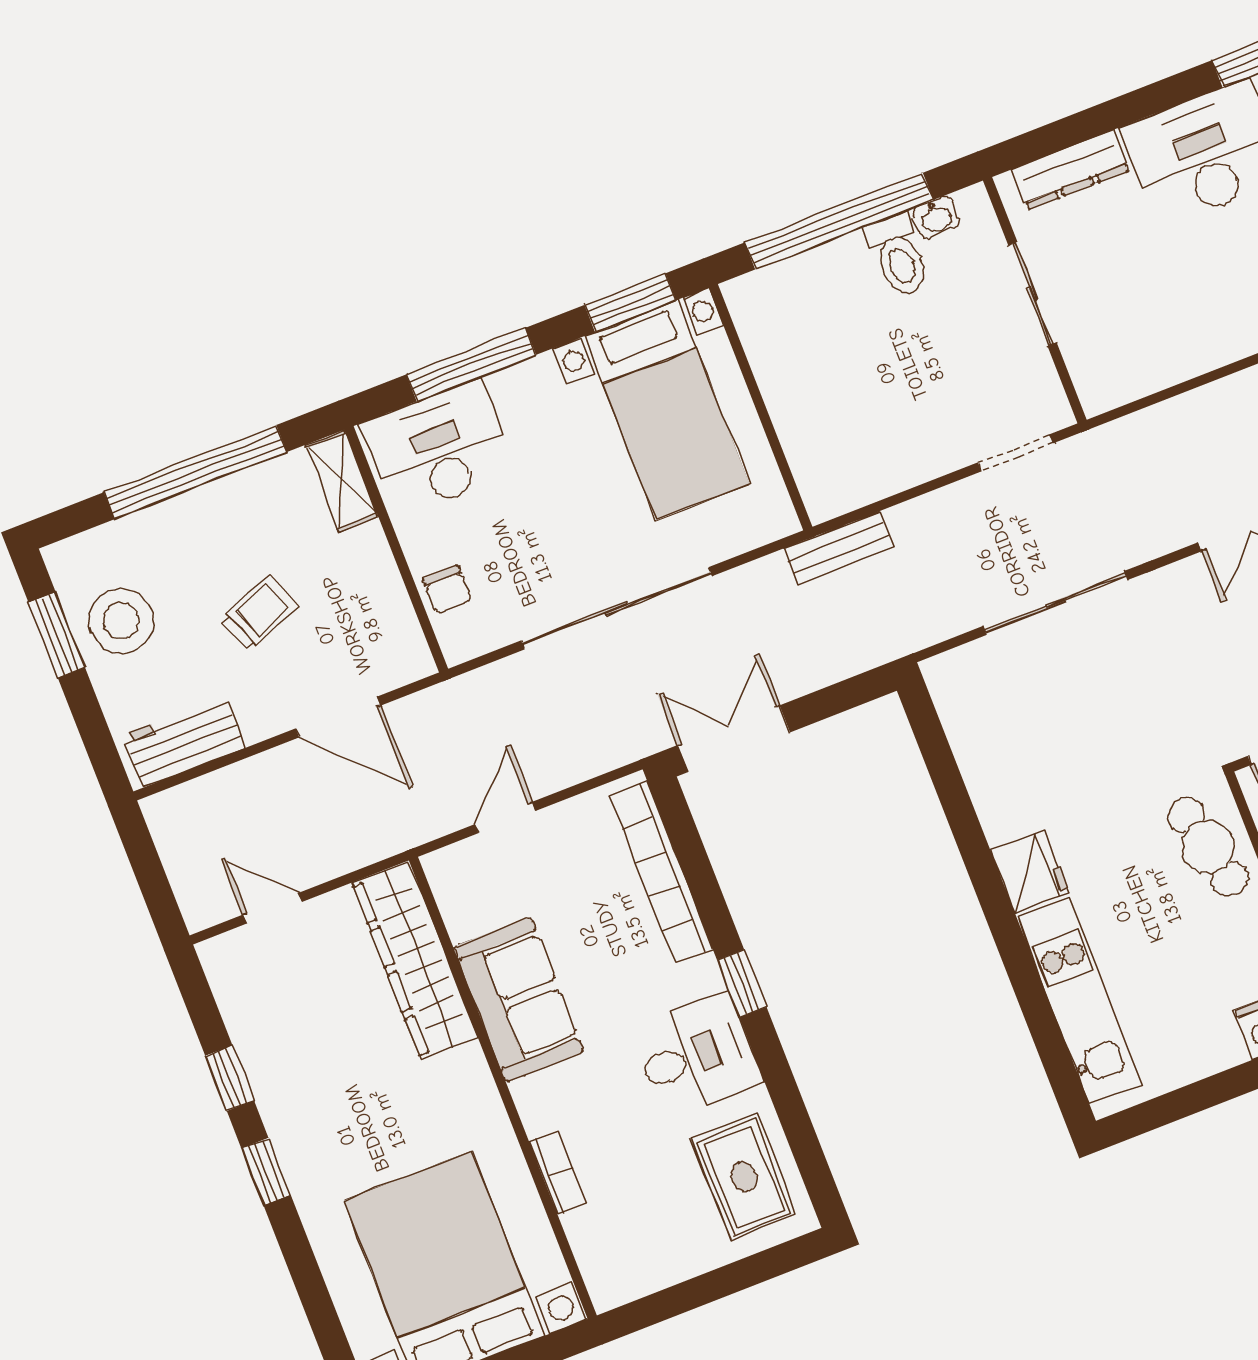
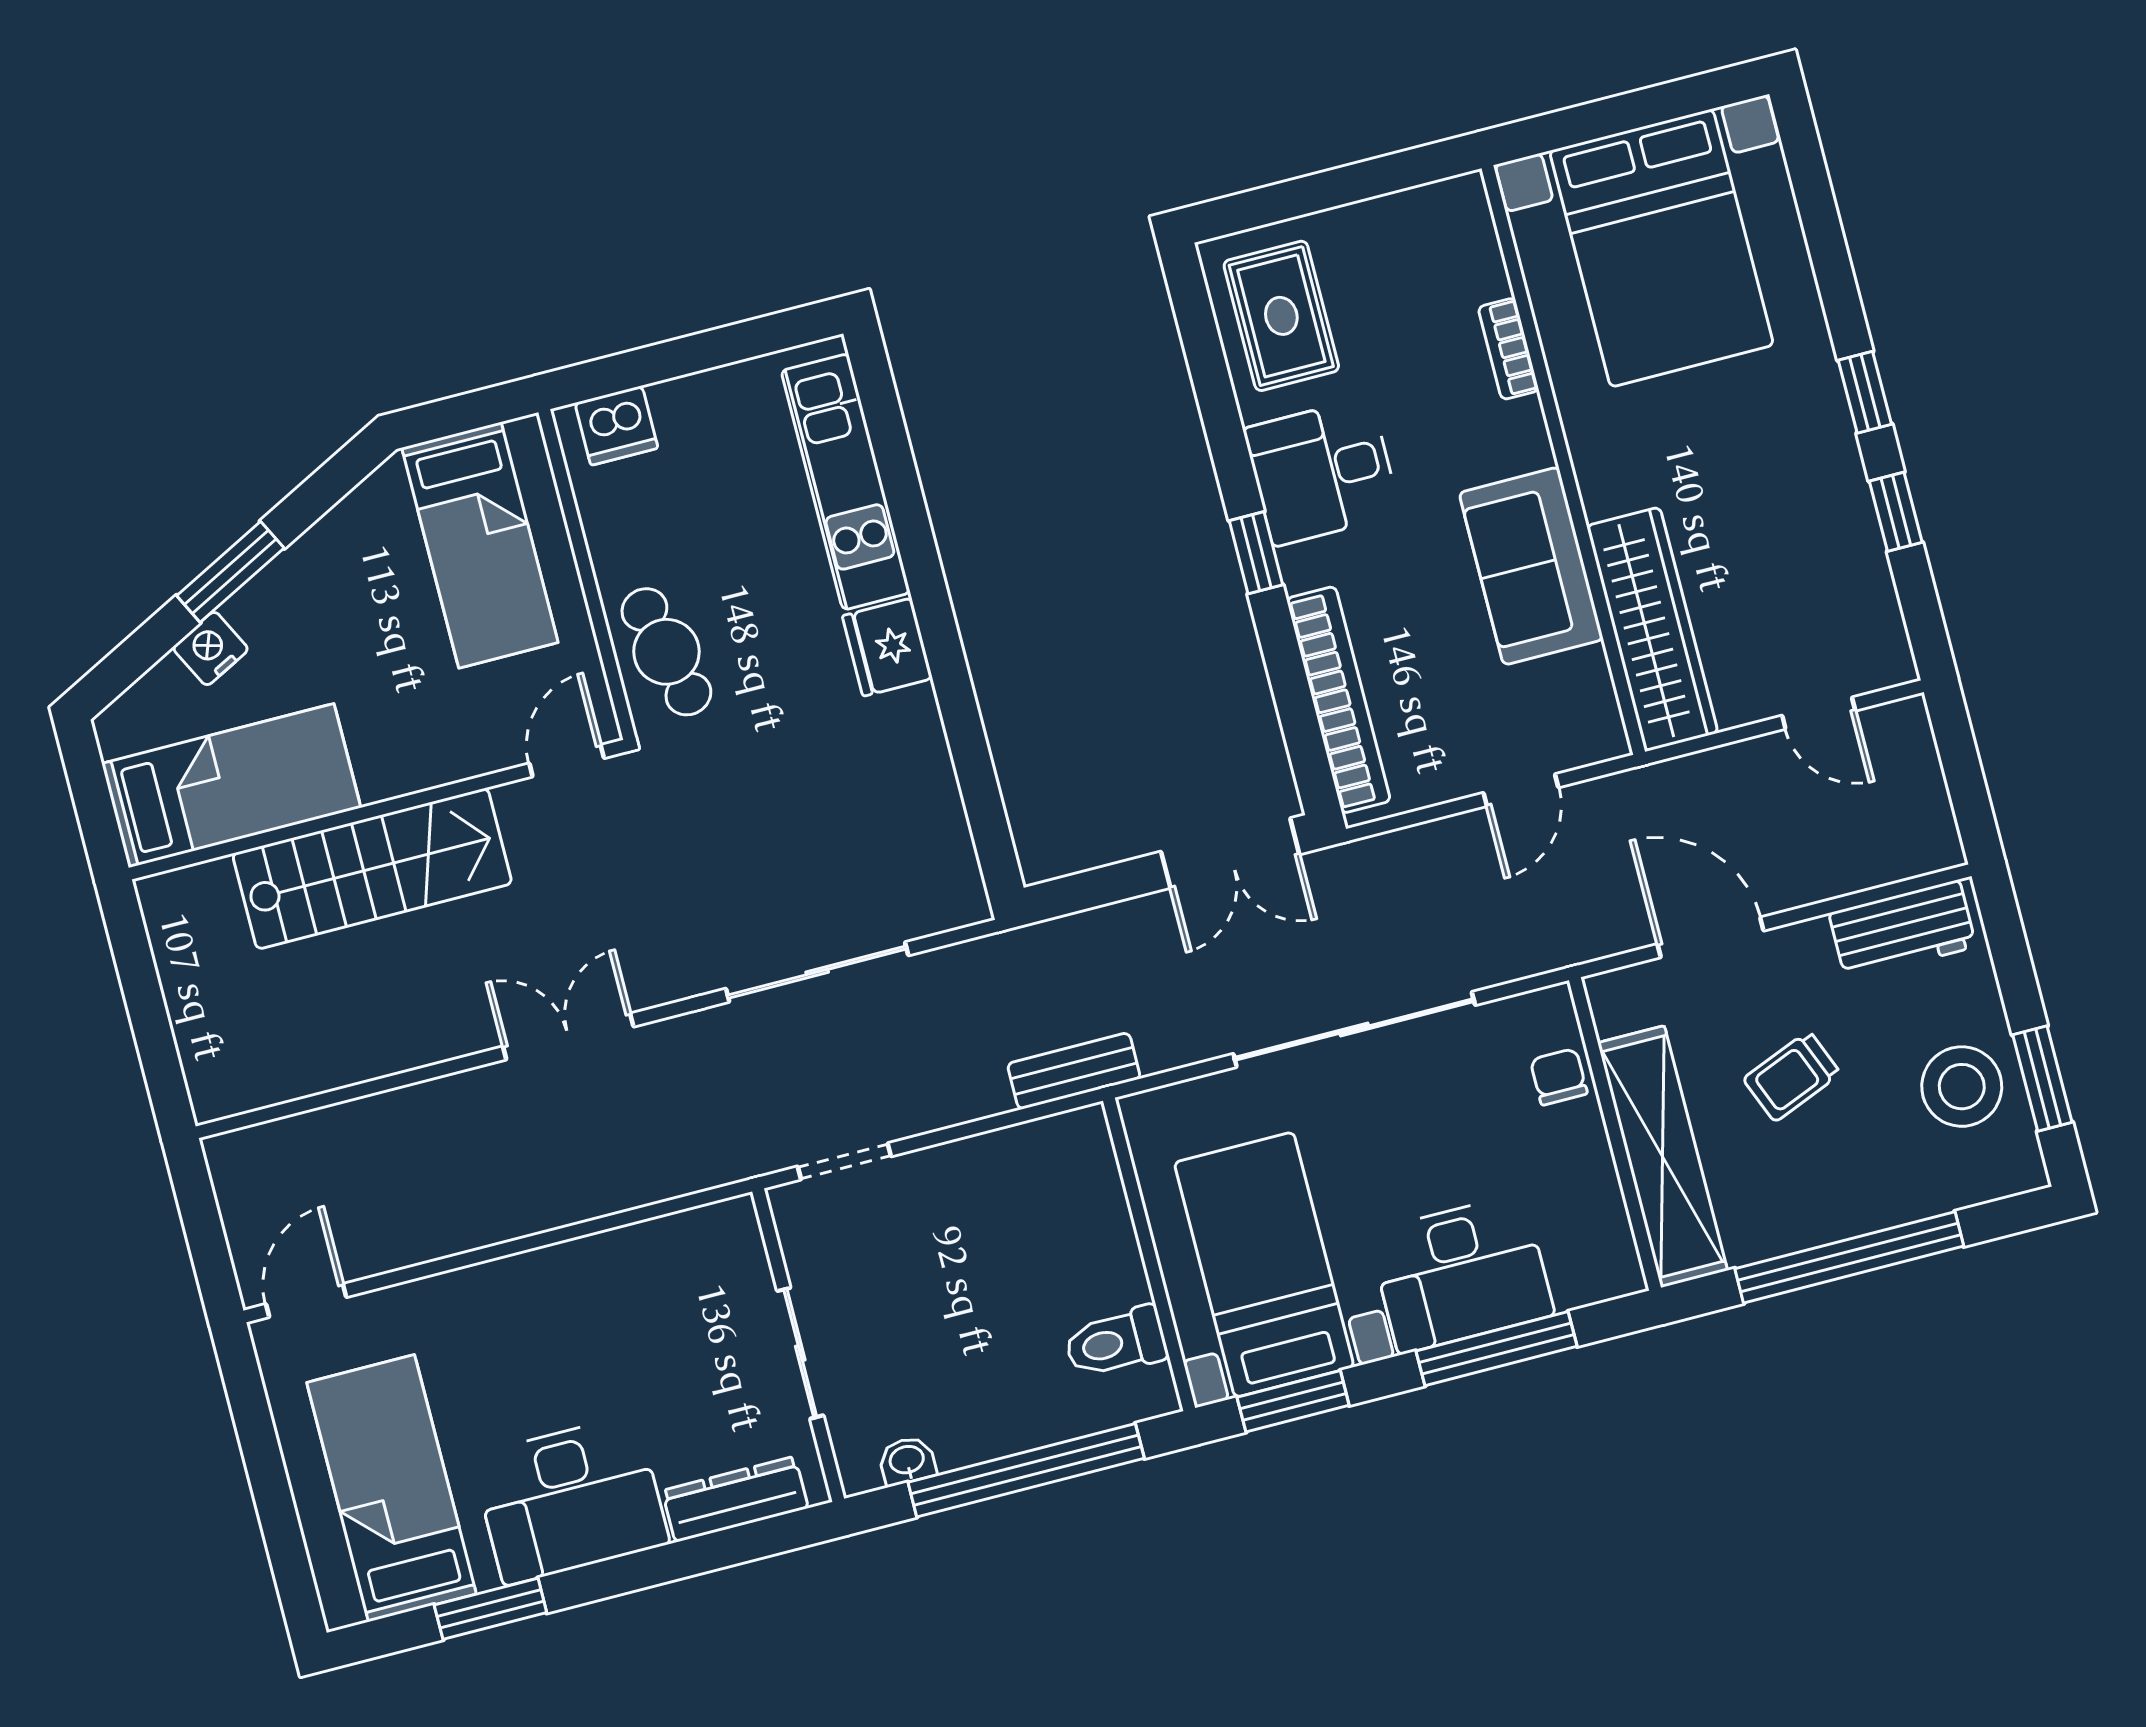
toilet: (898, 256) -> (1116, 1342), moved, turned -90
desk: (439, 448) -> (1461, 1274), moved
shelving: (342, 481) -> (1663, 1157), width x2.20, depth x1.33

